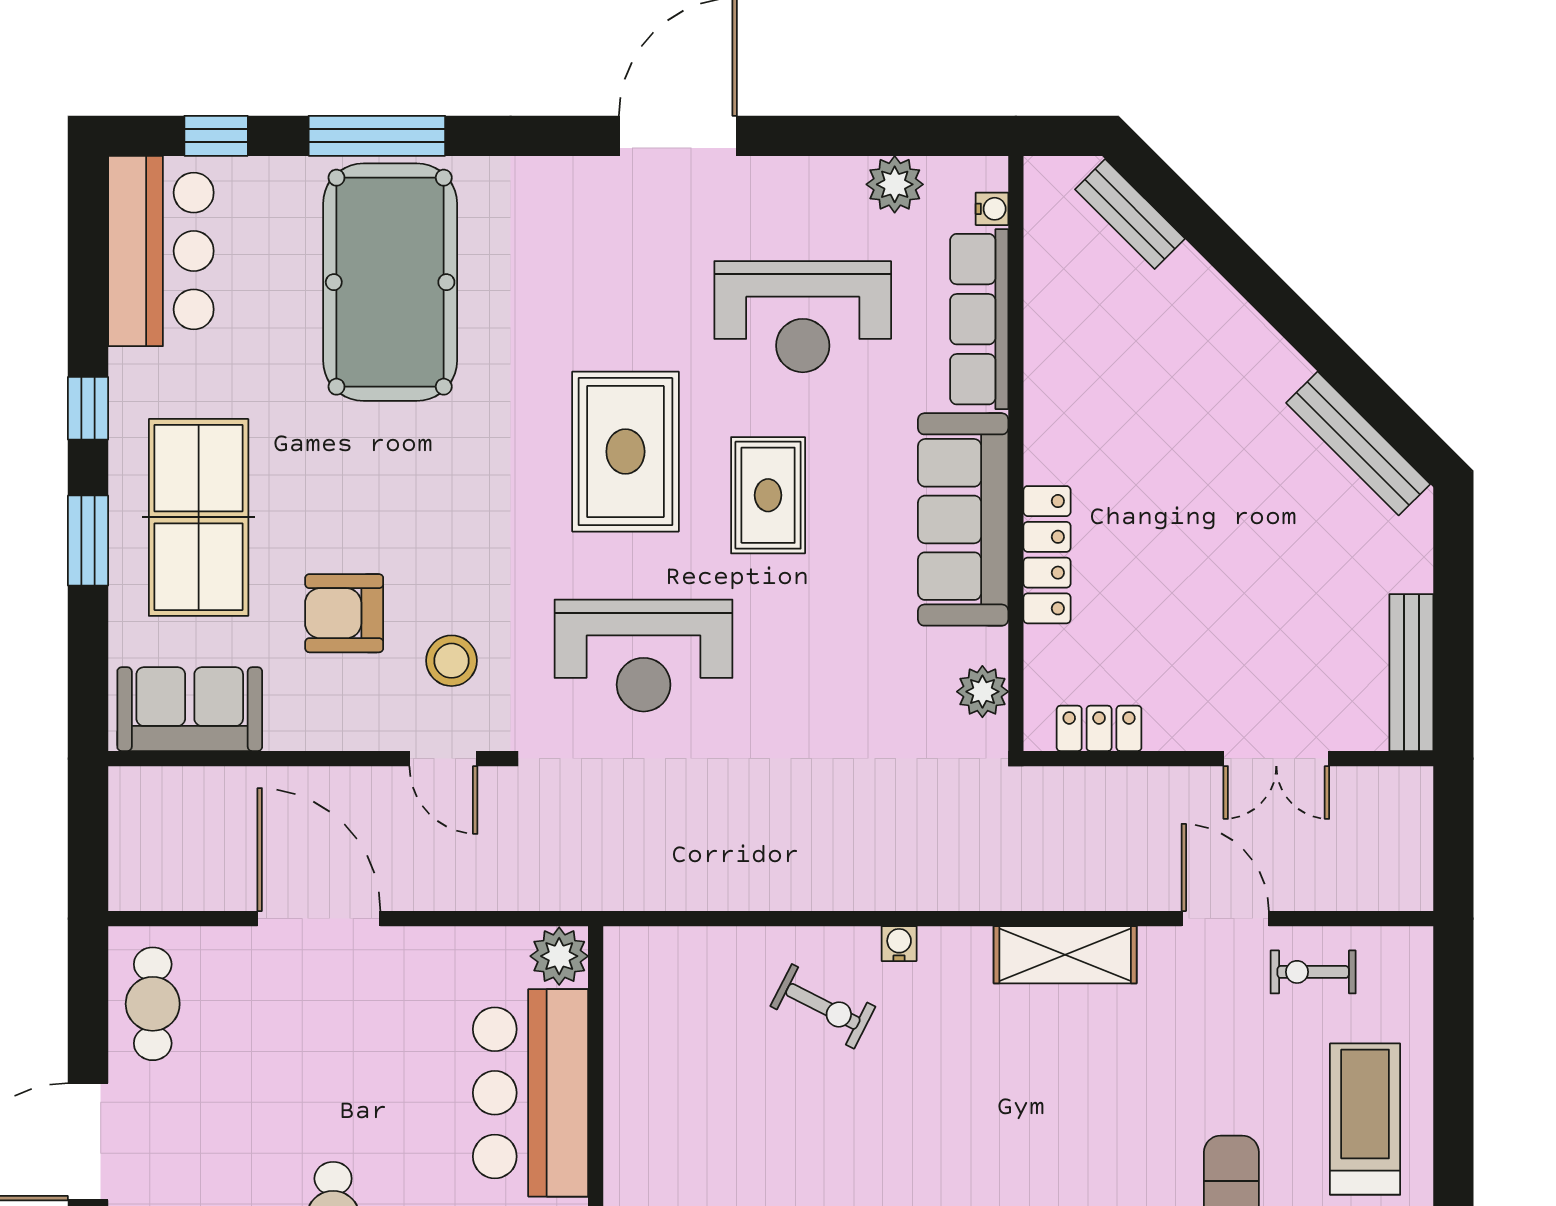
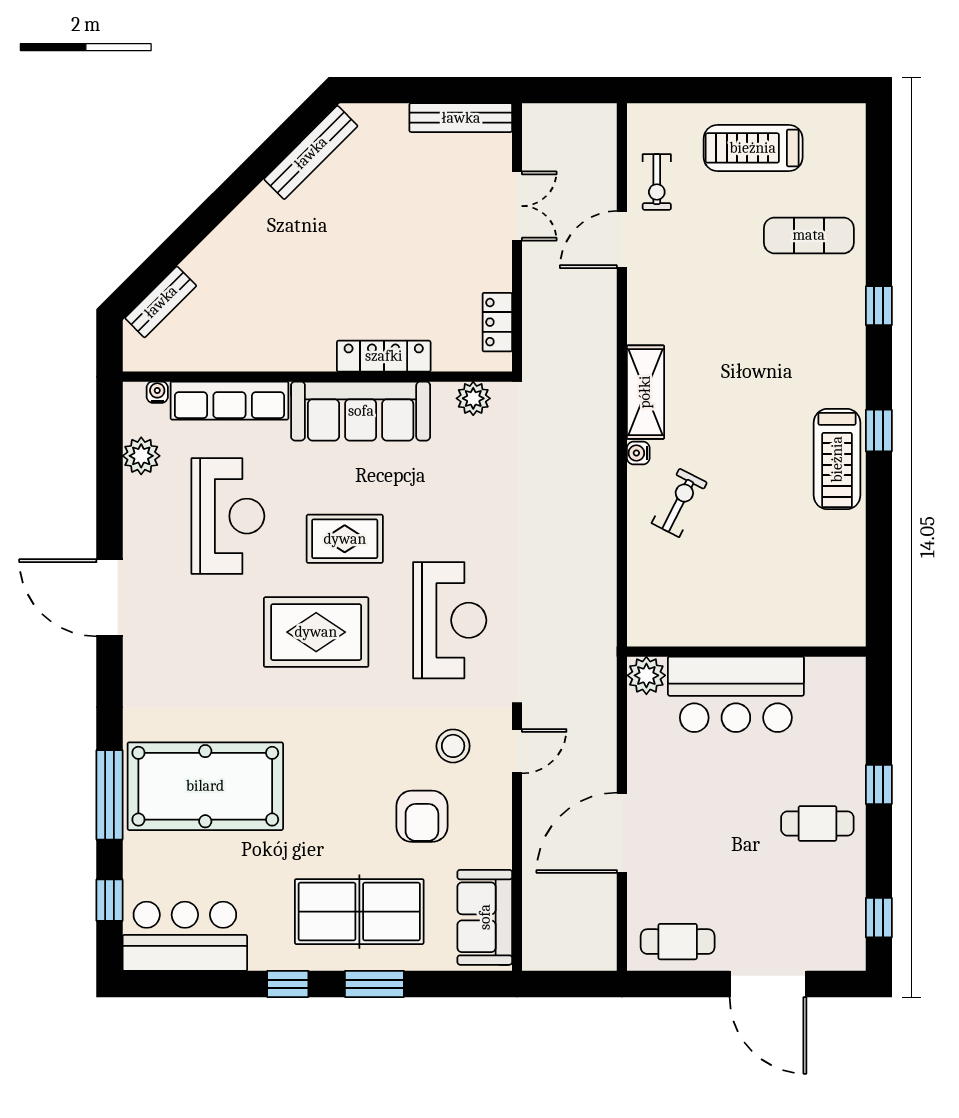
shelving: (1065, 955) -> (645, 392), moved

